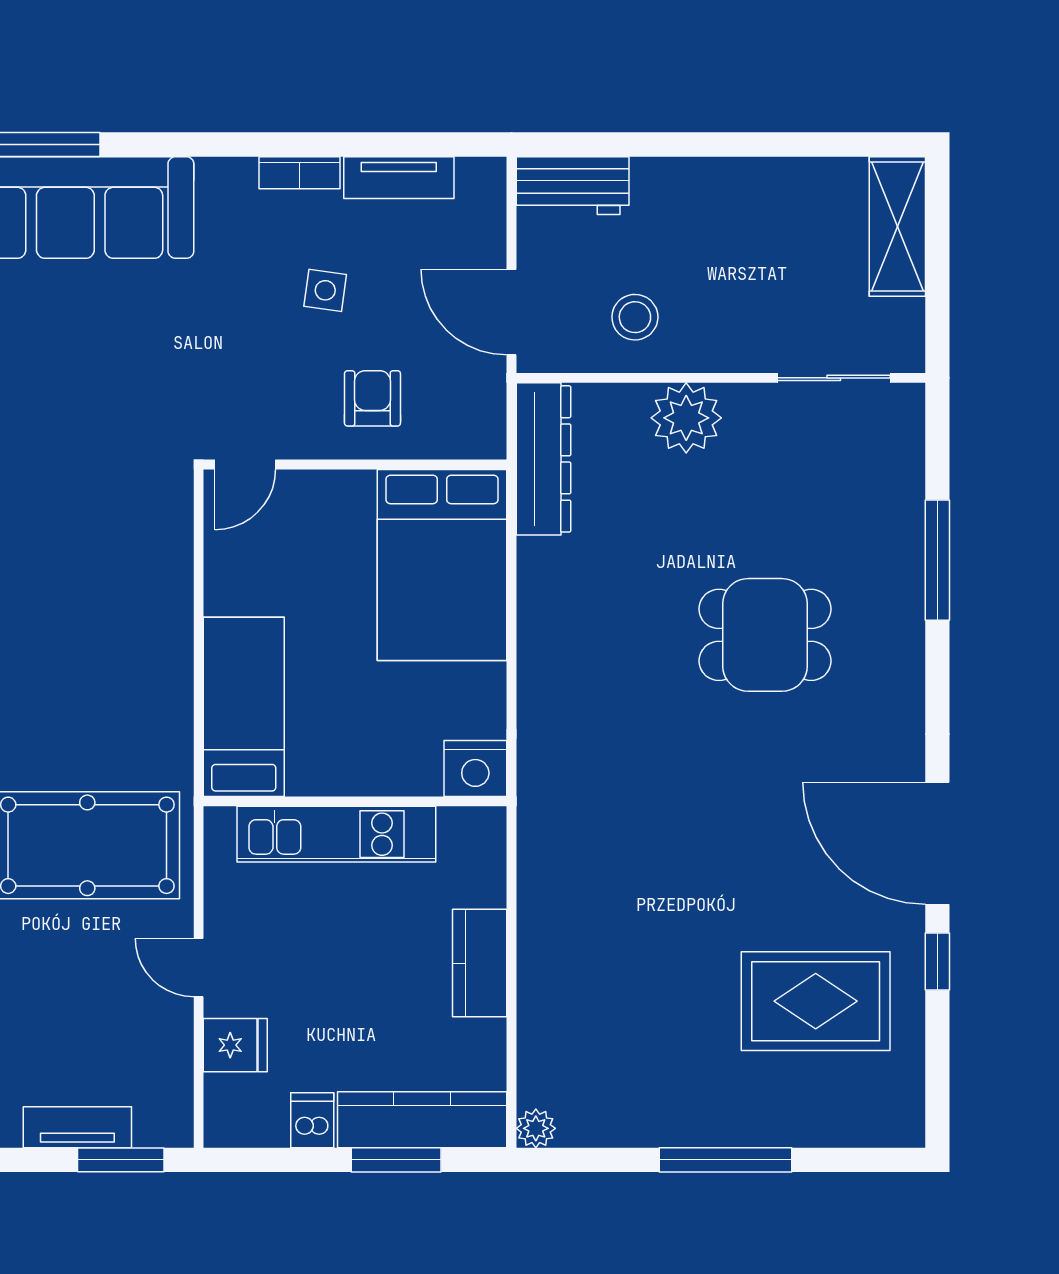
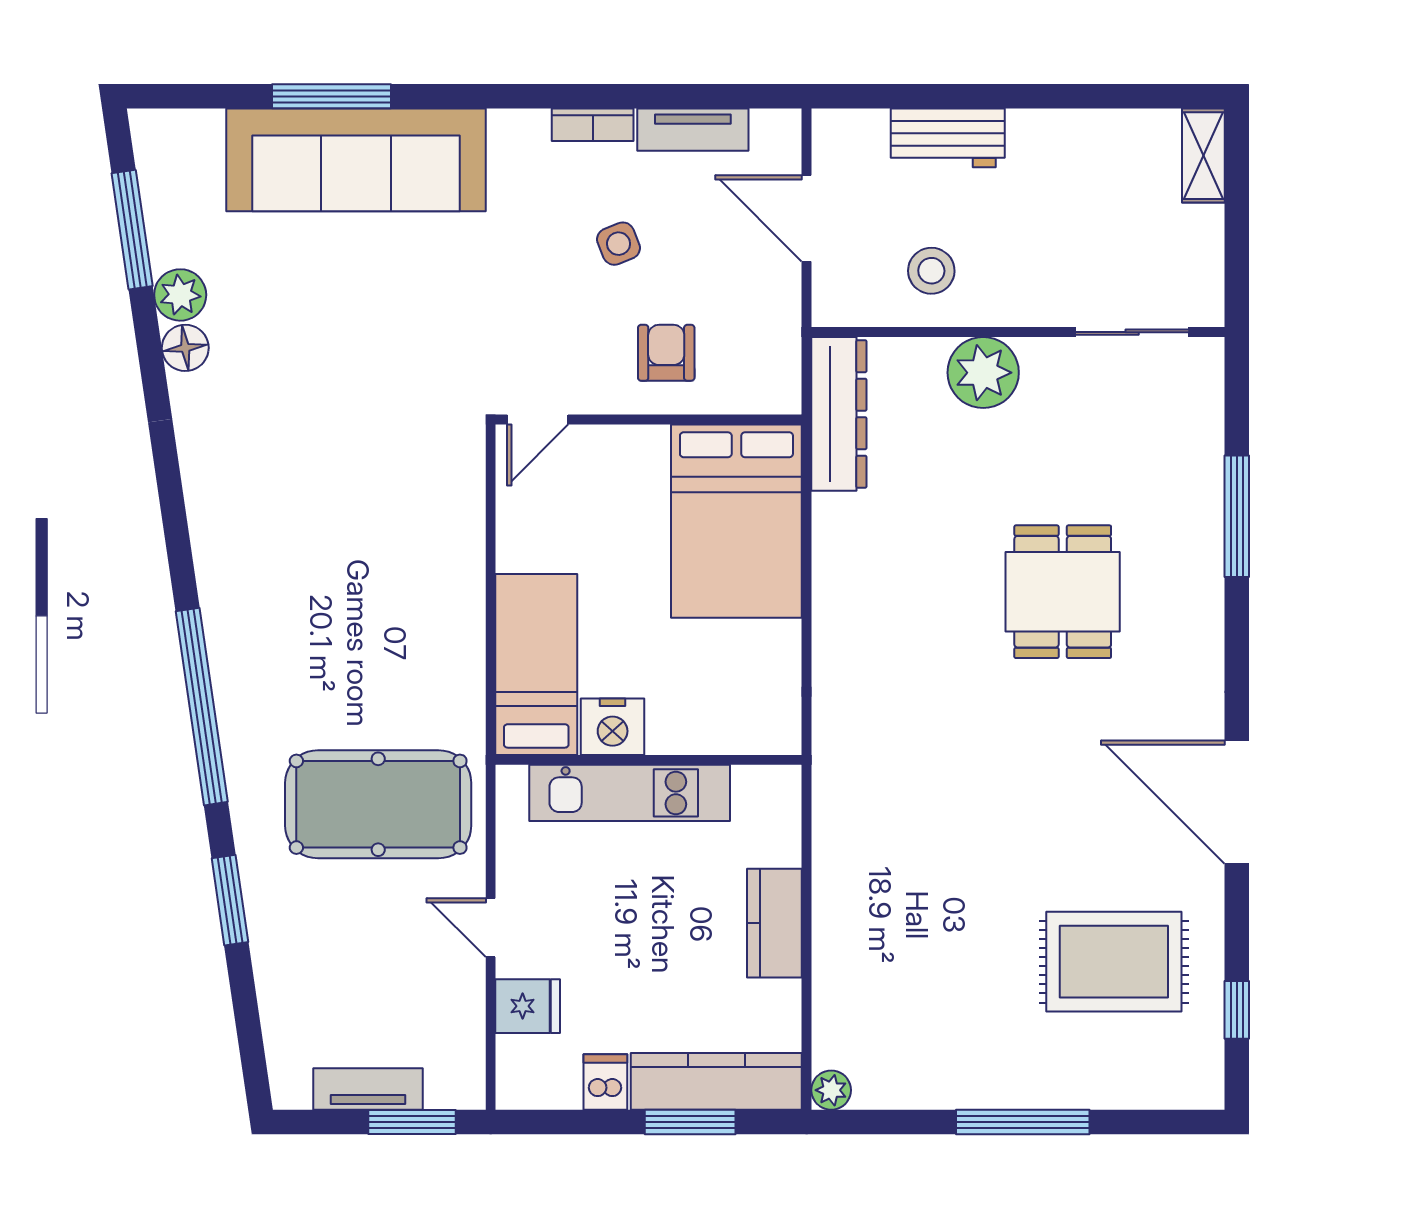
workbench: (573, 186) -> (948, 138), moved
shelving: (897, 226) -> (1203, 156), width x0.67, depth x0.75
side table: (325, 290) -> (619, 244), turned -30
door: (511, 312) -> (807, 218), moved
dining table: (765, 635) -> (1063, 592), turned 90
nightstand: (475, 768) -> (613, 727), moved
window: (937, 962) -> (1237, 1010), moved

